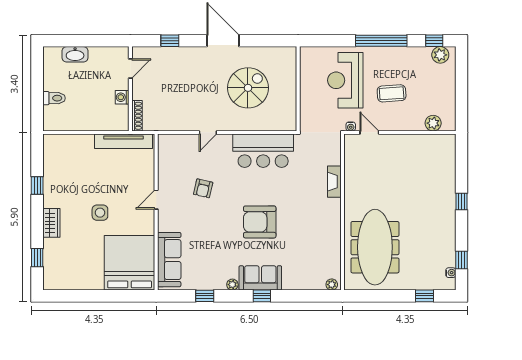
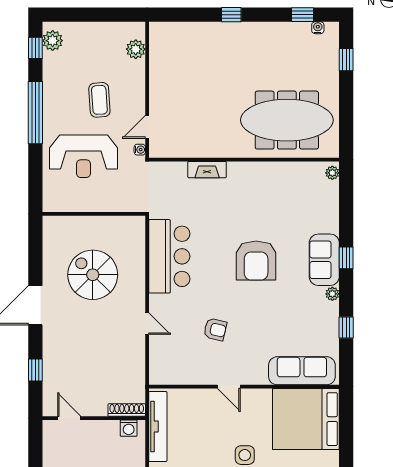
washing machine: (122, 97) -> (129, 428), moved

